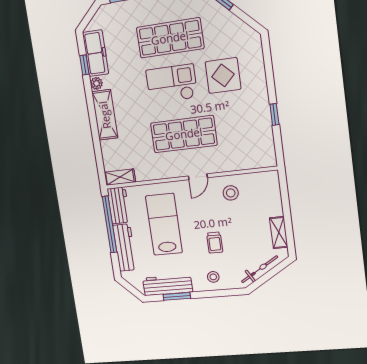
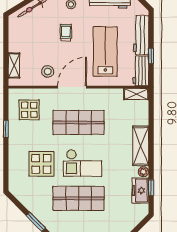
freezer: (96, 53) -> (140, 190), width x0.71
display table: (248, 142) -> (29, 110), added
door: (198, 177) -> (72, 87), width x1.88
window: (109, 224) -> (151, 56), width x0.32
lab bench: (164, 224) -> (105, 52), turned 180
shelving: (279, 233) -> (14, 65), moved

